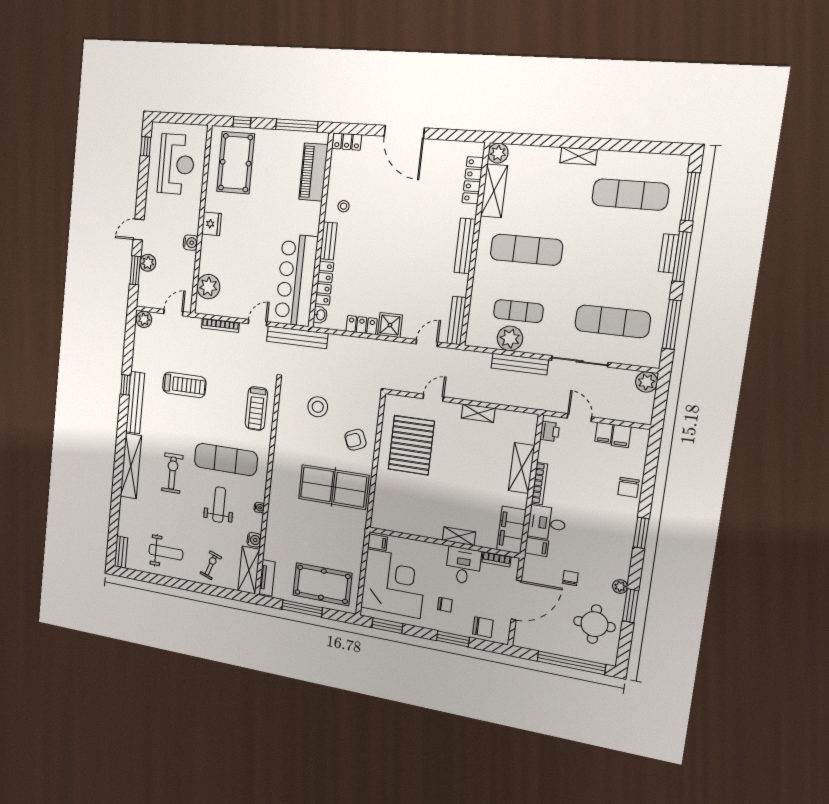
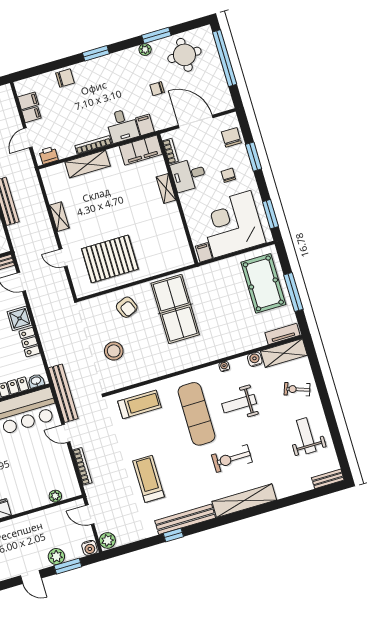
water cooler: (191, 243) -> (90, 548), moved, turned 180
plant: (208, 287) -> (55, 496), width x0.53, depth x0.53

